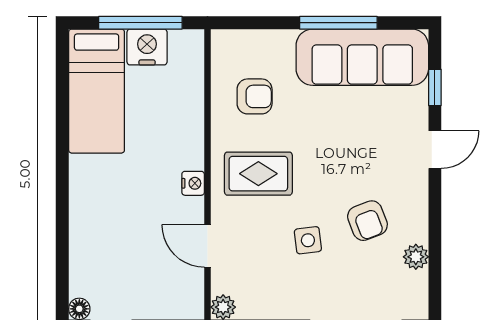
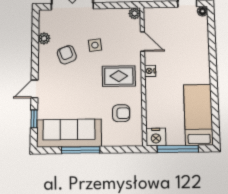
nightstand: (147, 47) -> (156, 137), moved
armchair: (255, 96) -> (121, 113), turned 180

